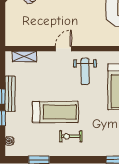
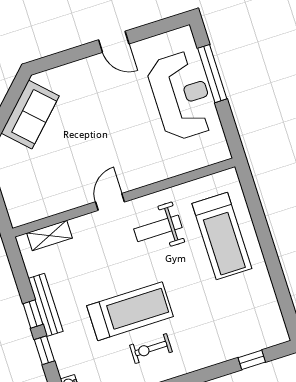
weight bench: (85, 71) -> (158, 228), turned 90
exercise bike: (71, 136) -> (151, 349), moved

